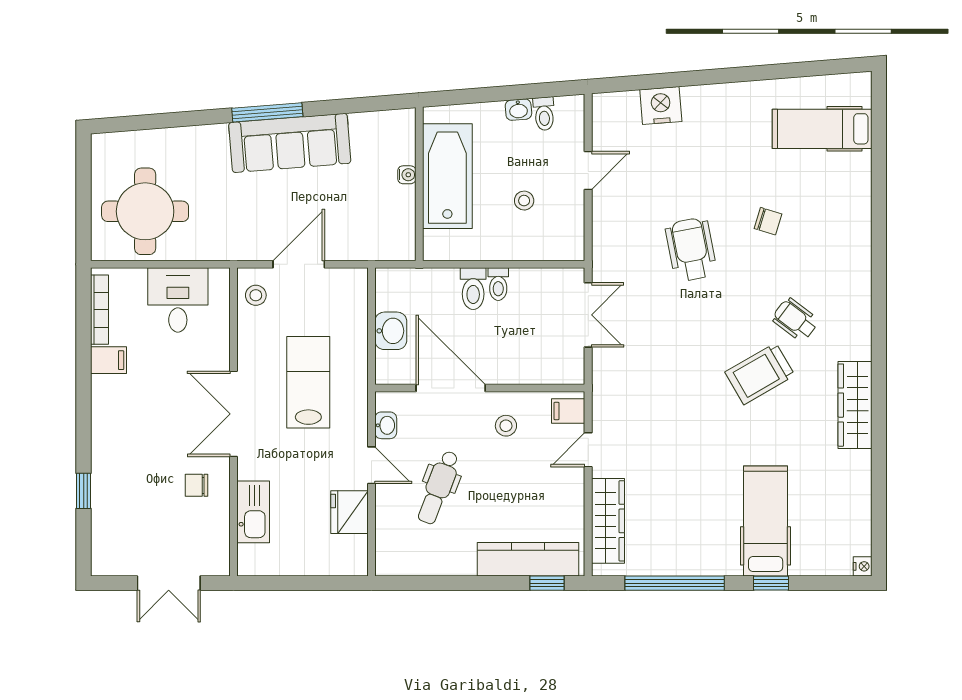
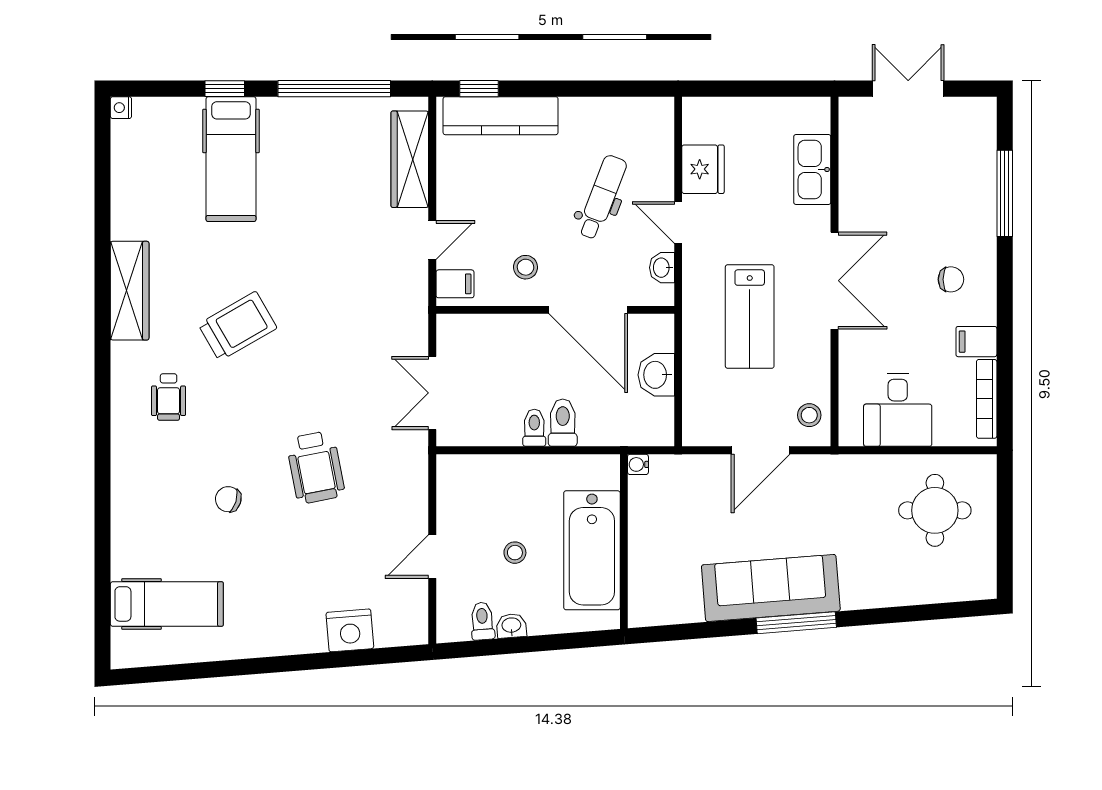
water cooler: (407, 175) -> (638, 464), moved
stool: (524, 201) -> (515, 553), moved
round table: (145, 211) -> (935, 510), width x0.73, depth x0.73
wheelchair: (795, 320) -> (169, 397), moved, turned 53
chair: (196, 485) -> (951, 279), moved
window: (84, 491) -> (1005, 193), width x2.17

